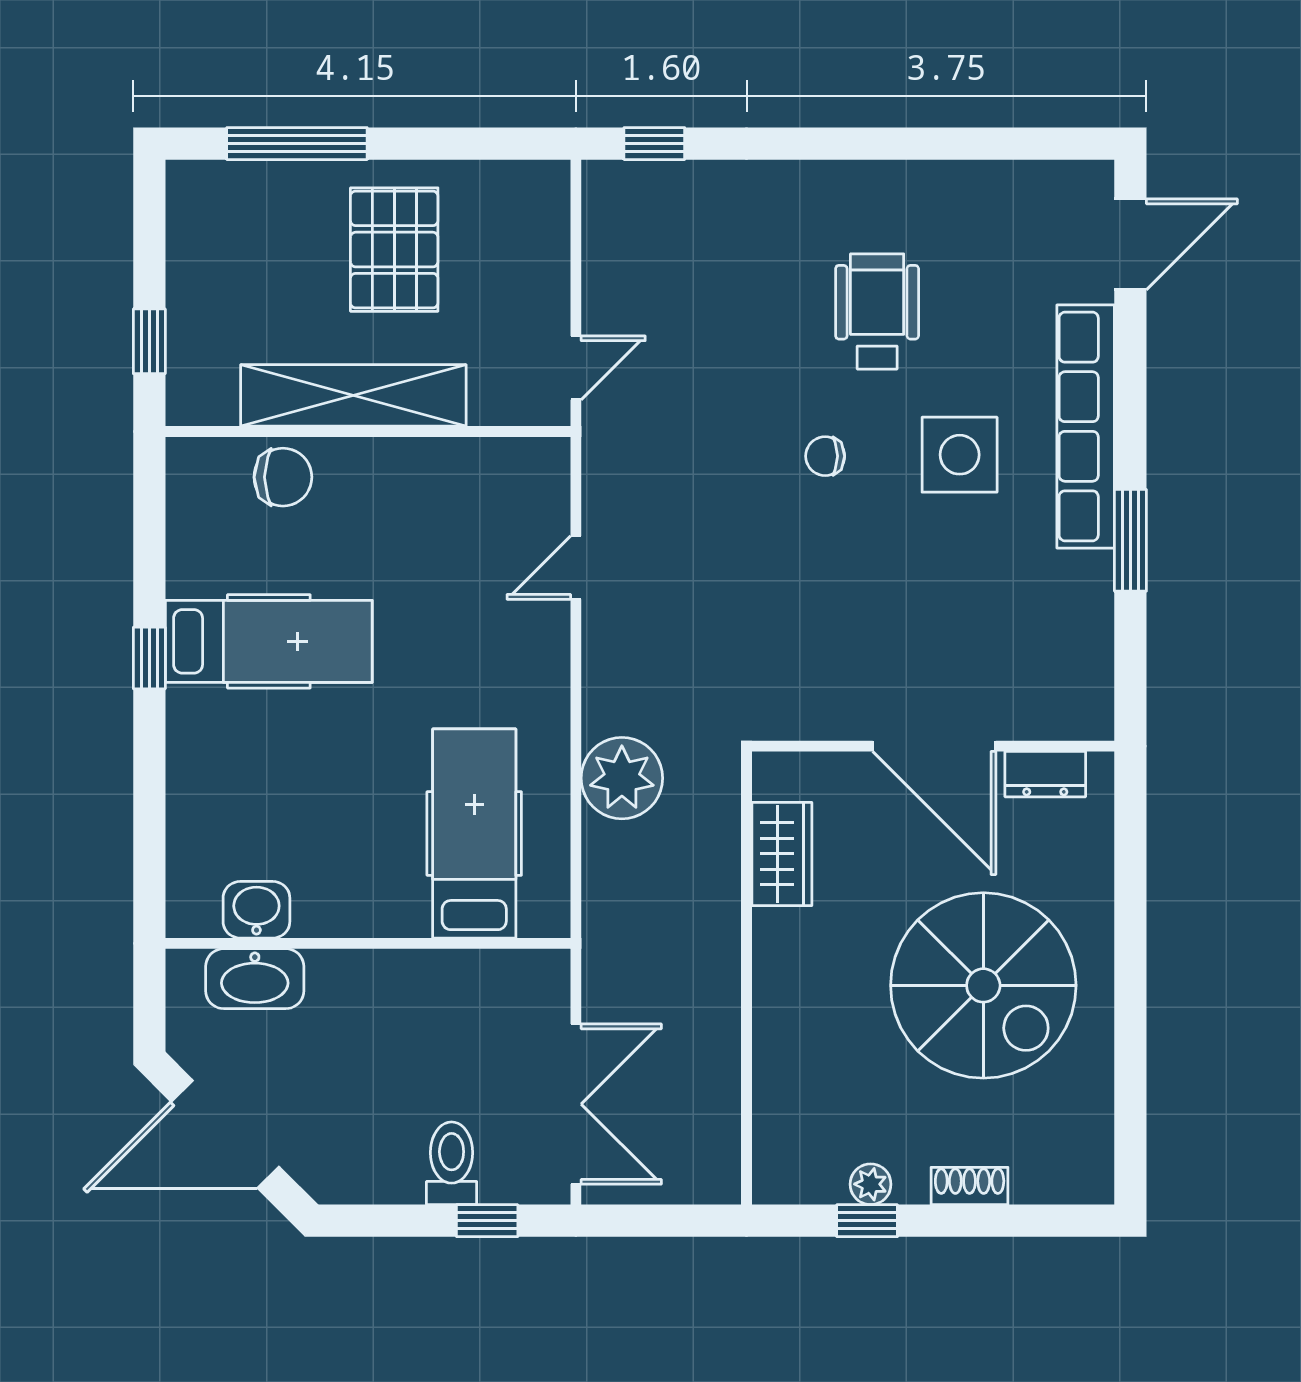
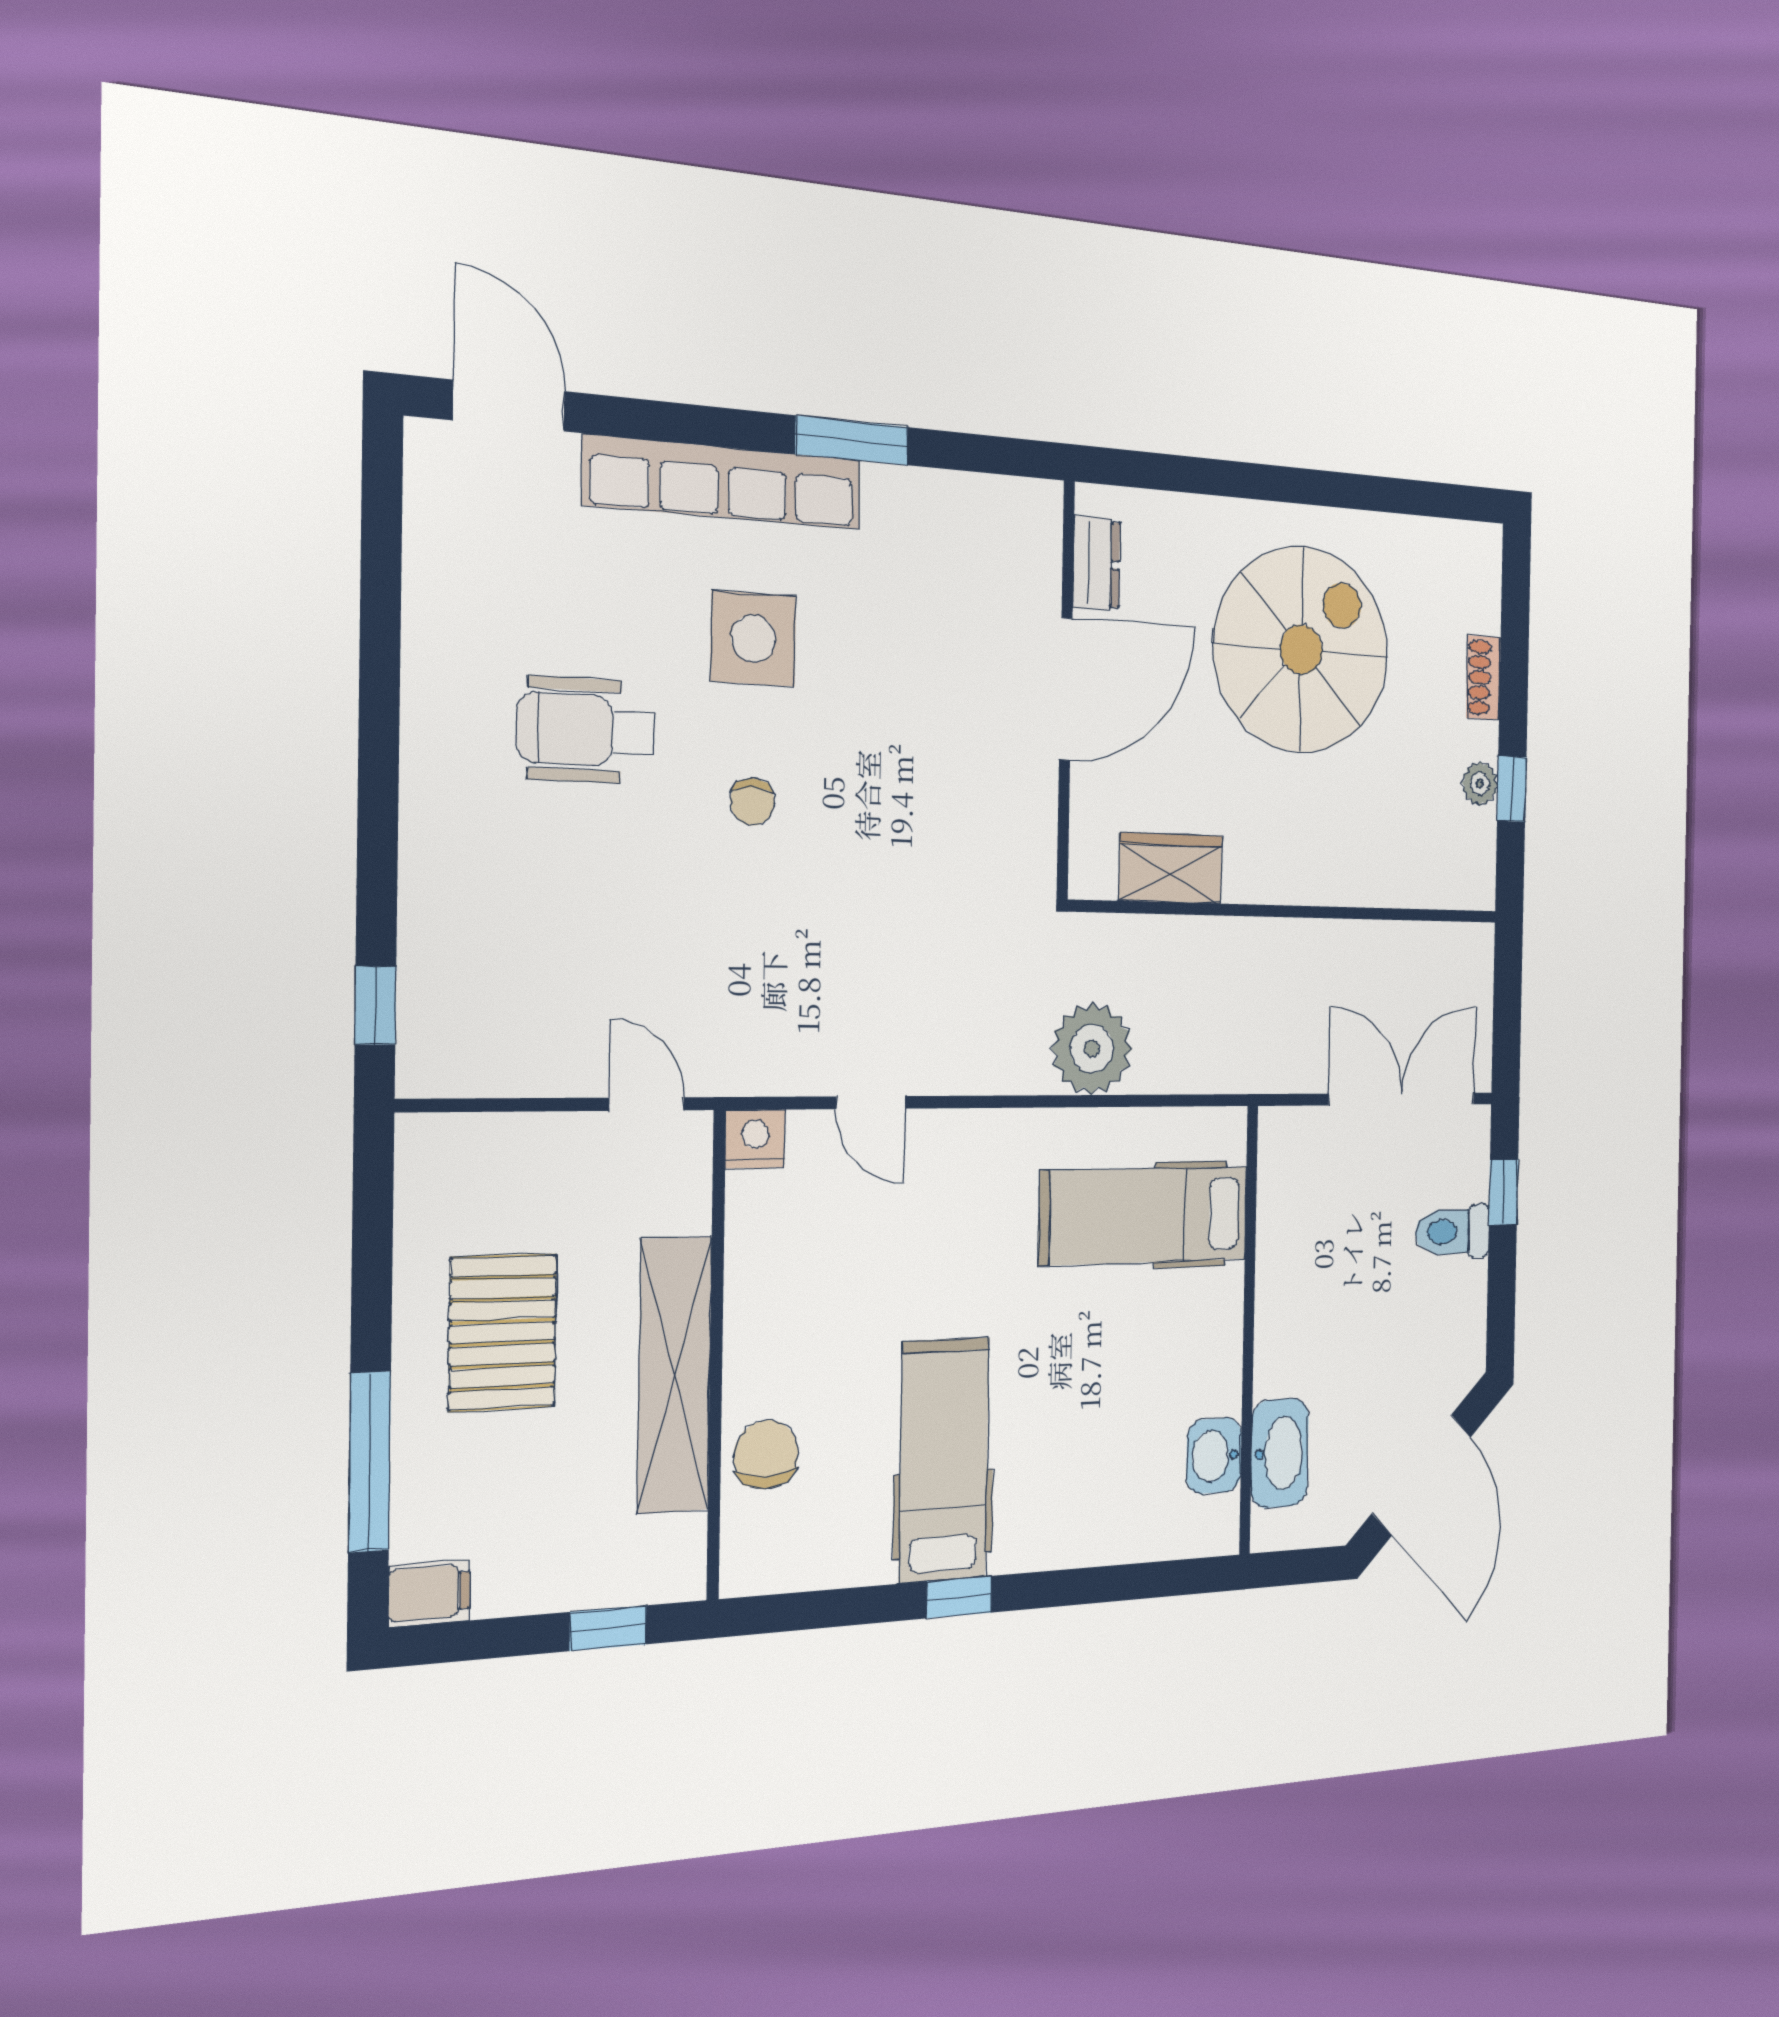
filing cabinet: (190, 192) -> (429, 1593), added
pallet: (394, 250) -> (503, 1332), turned 90
nightstand: (546, 463) -> (755, 1139), added

